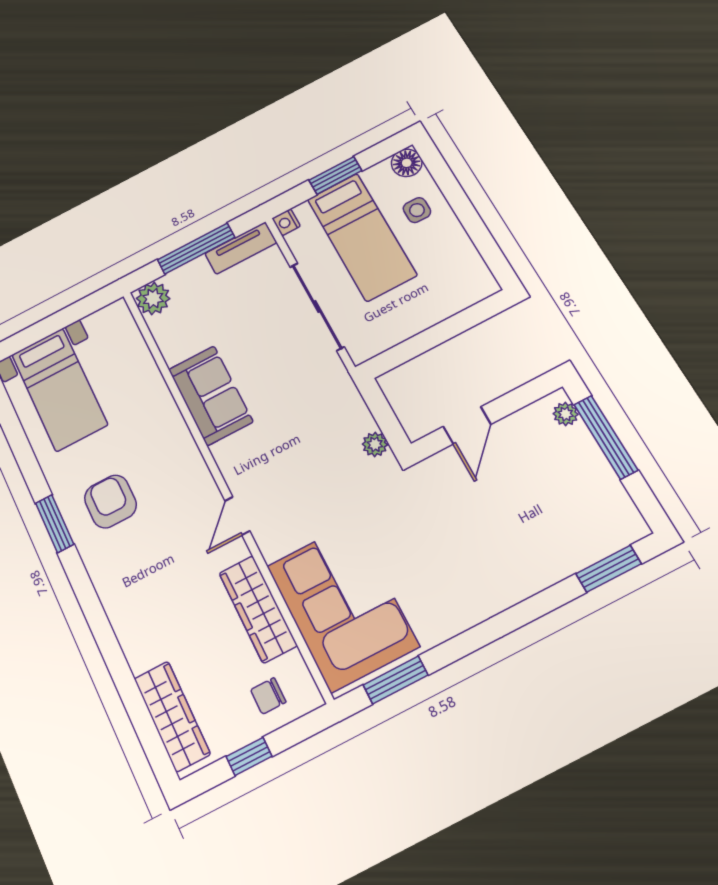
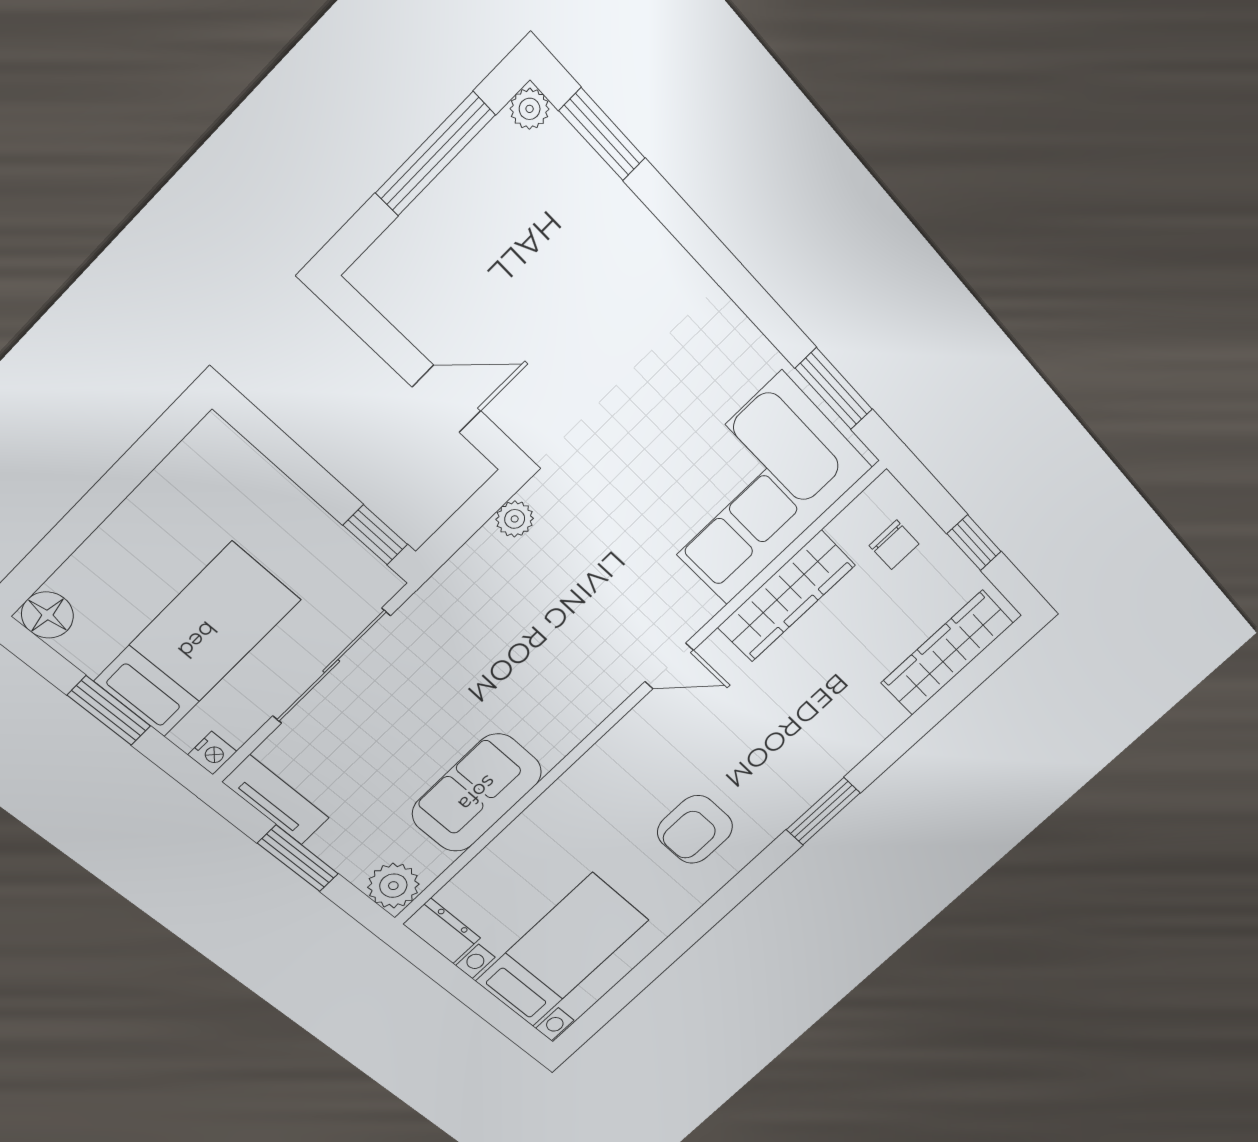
side table: (417, 210) -> (123, 575), removed
window: (196, 249) -> (298, 858), width x0.69
dresser: (108, 318) -> (442, 931), added
window: (393, 358) -> (375, 535), added
sofa: (210, 396) -> (477, 793), moved
plant: (566, 414) -> (530, 109), moved
window: (606, 437) -> (435, 154), moved
window: (55, 524) -> (823, 811), moved

